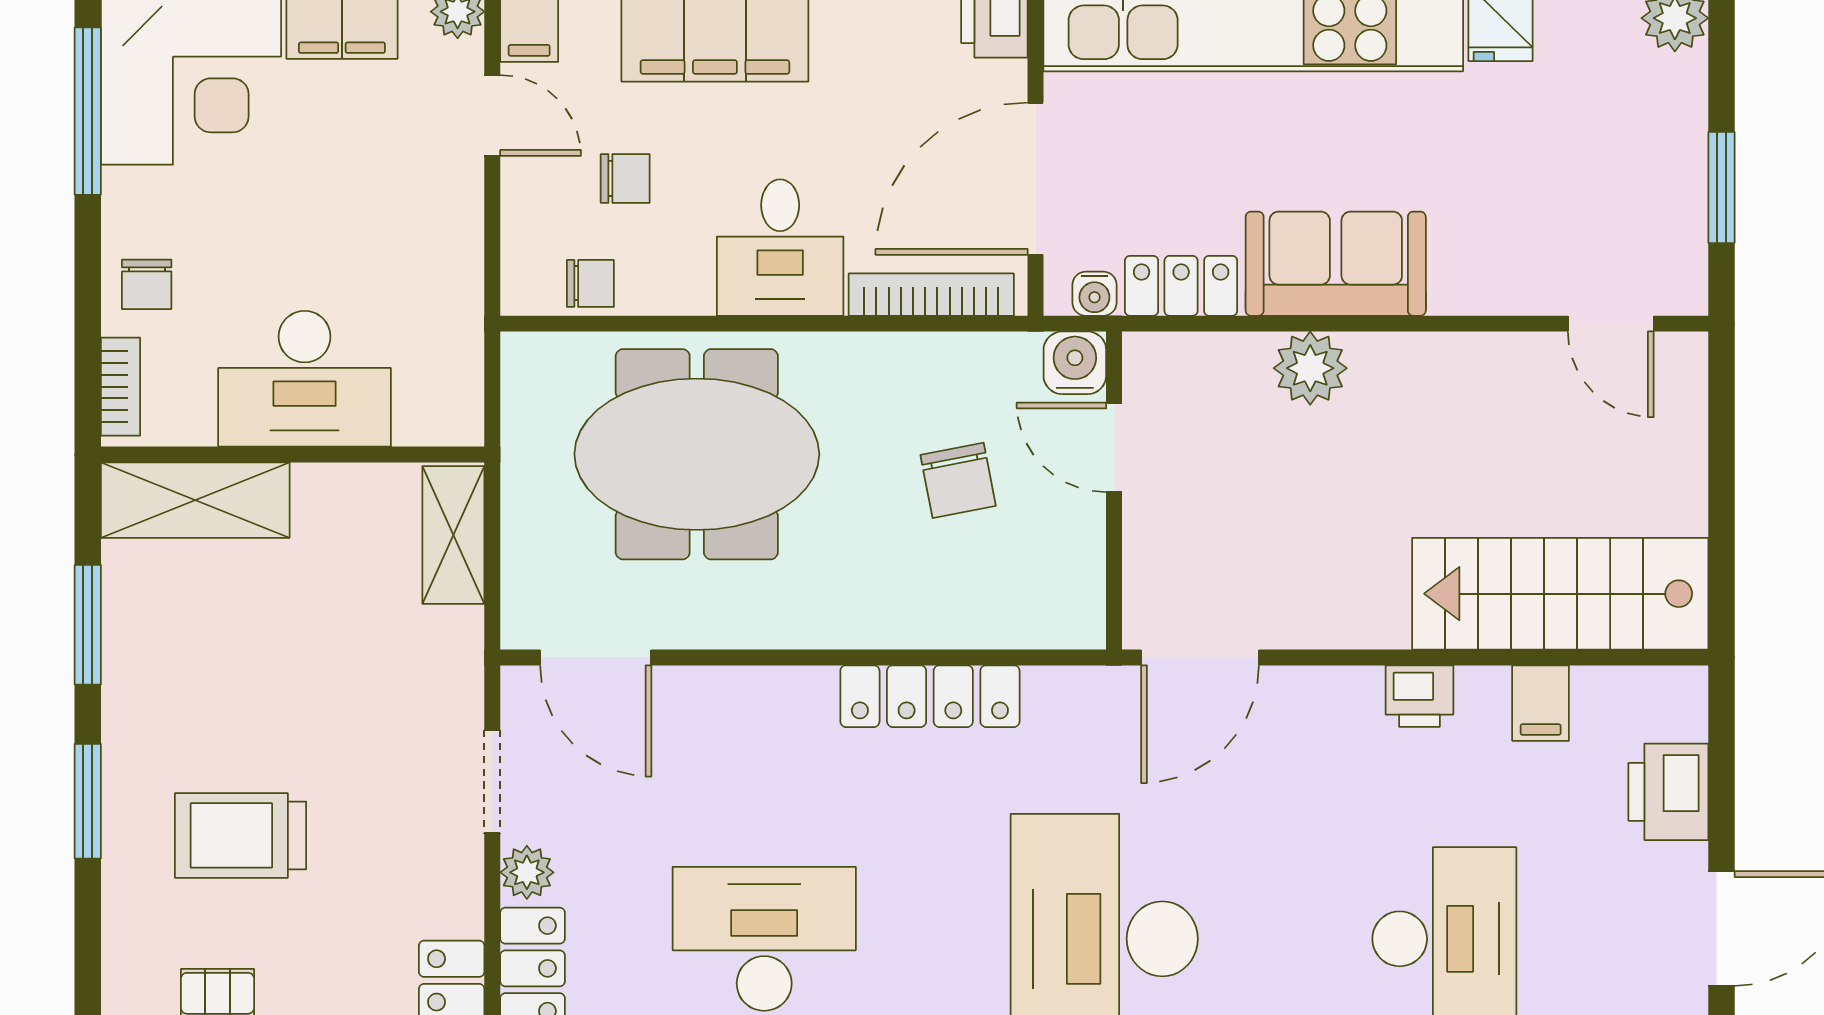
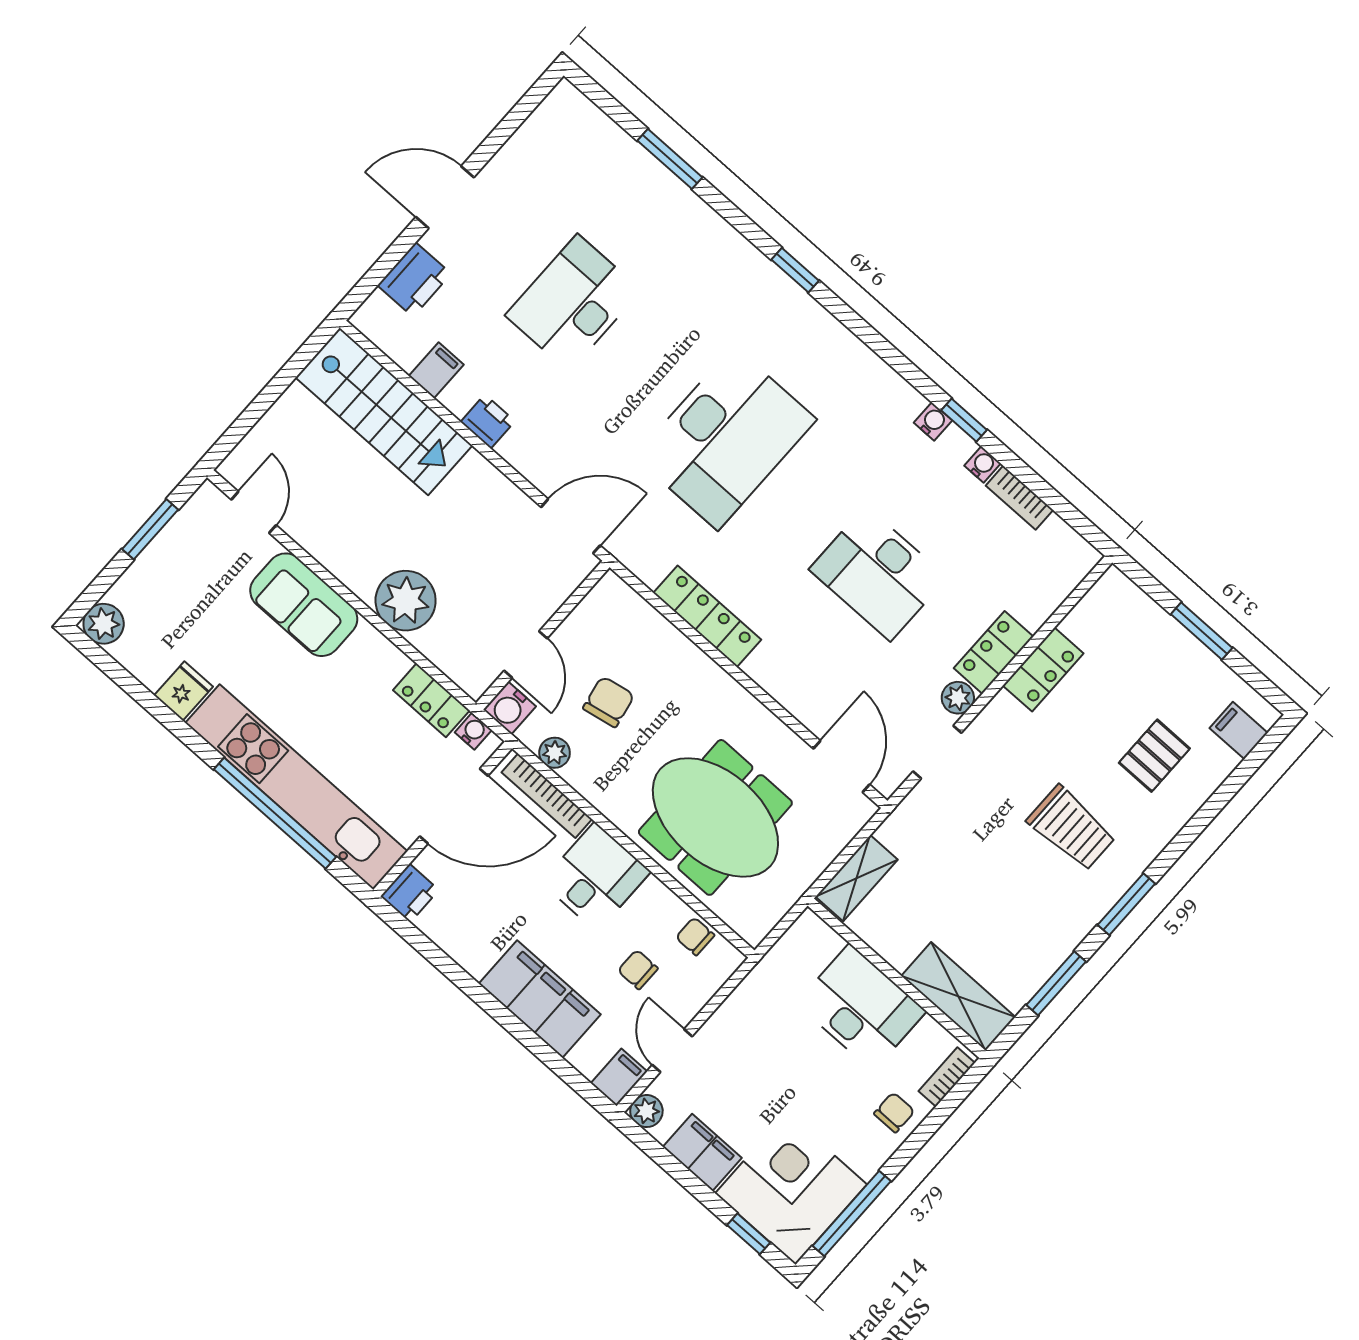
sofa: (1336, 264) -> (304, 605), moved
plant: (969, 357) -> (555, 753), added
plant: (1310, 368) -> (406, 601), width x1.36, depth x1.36

